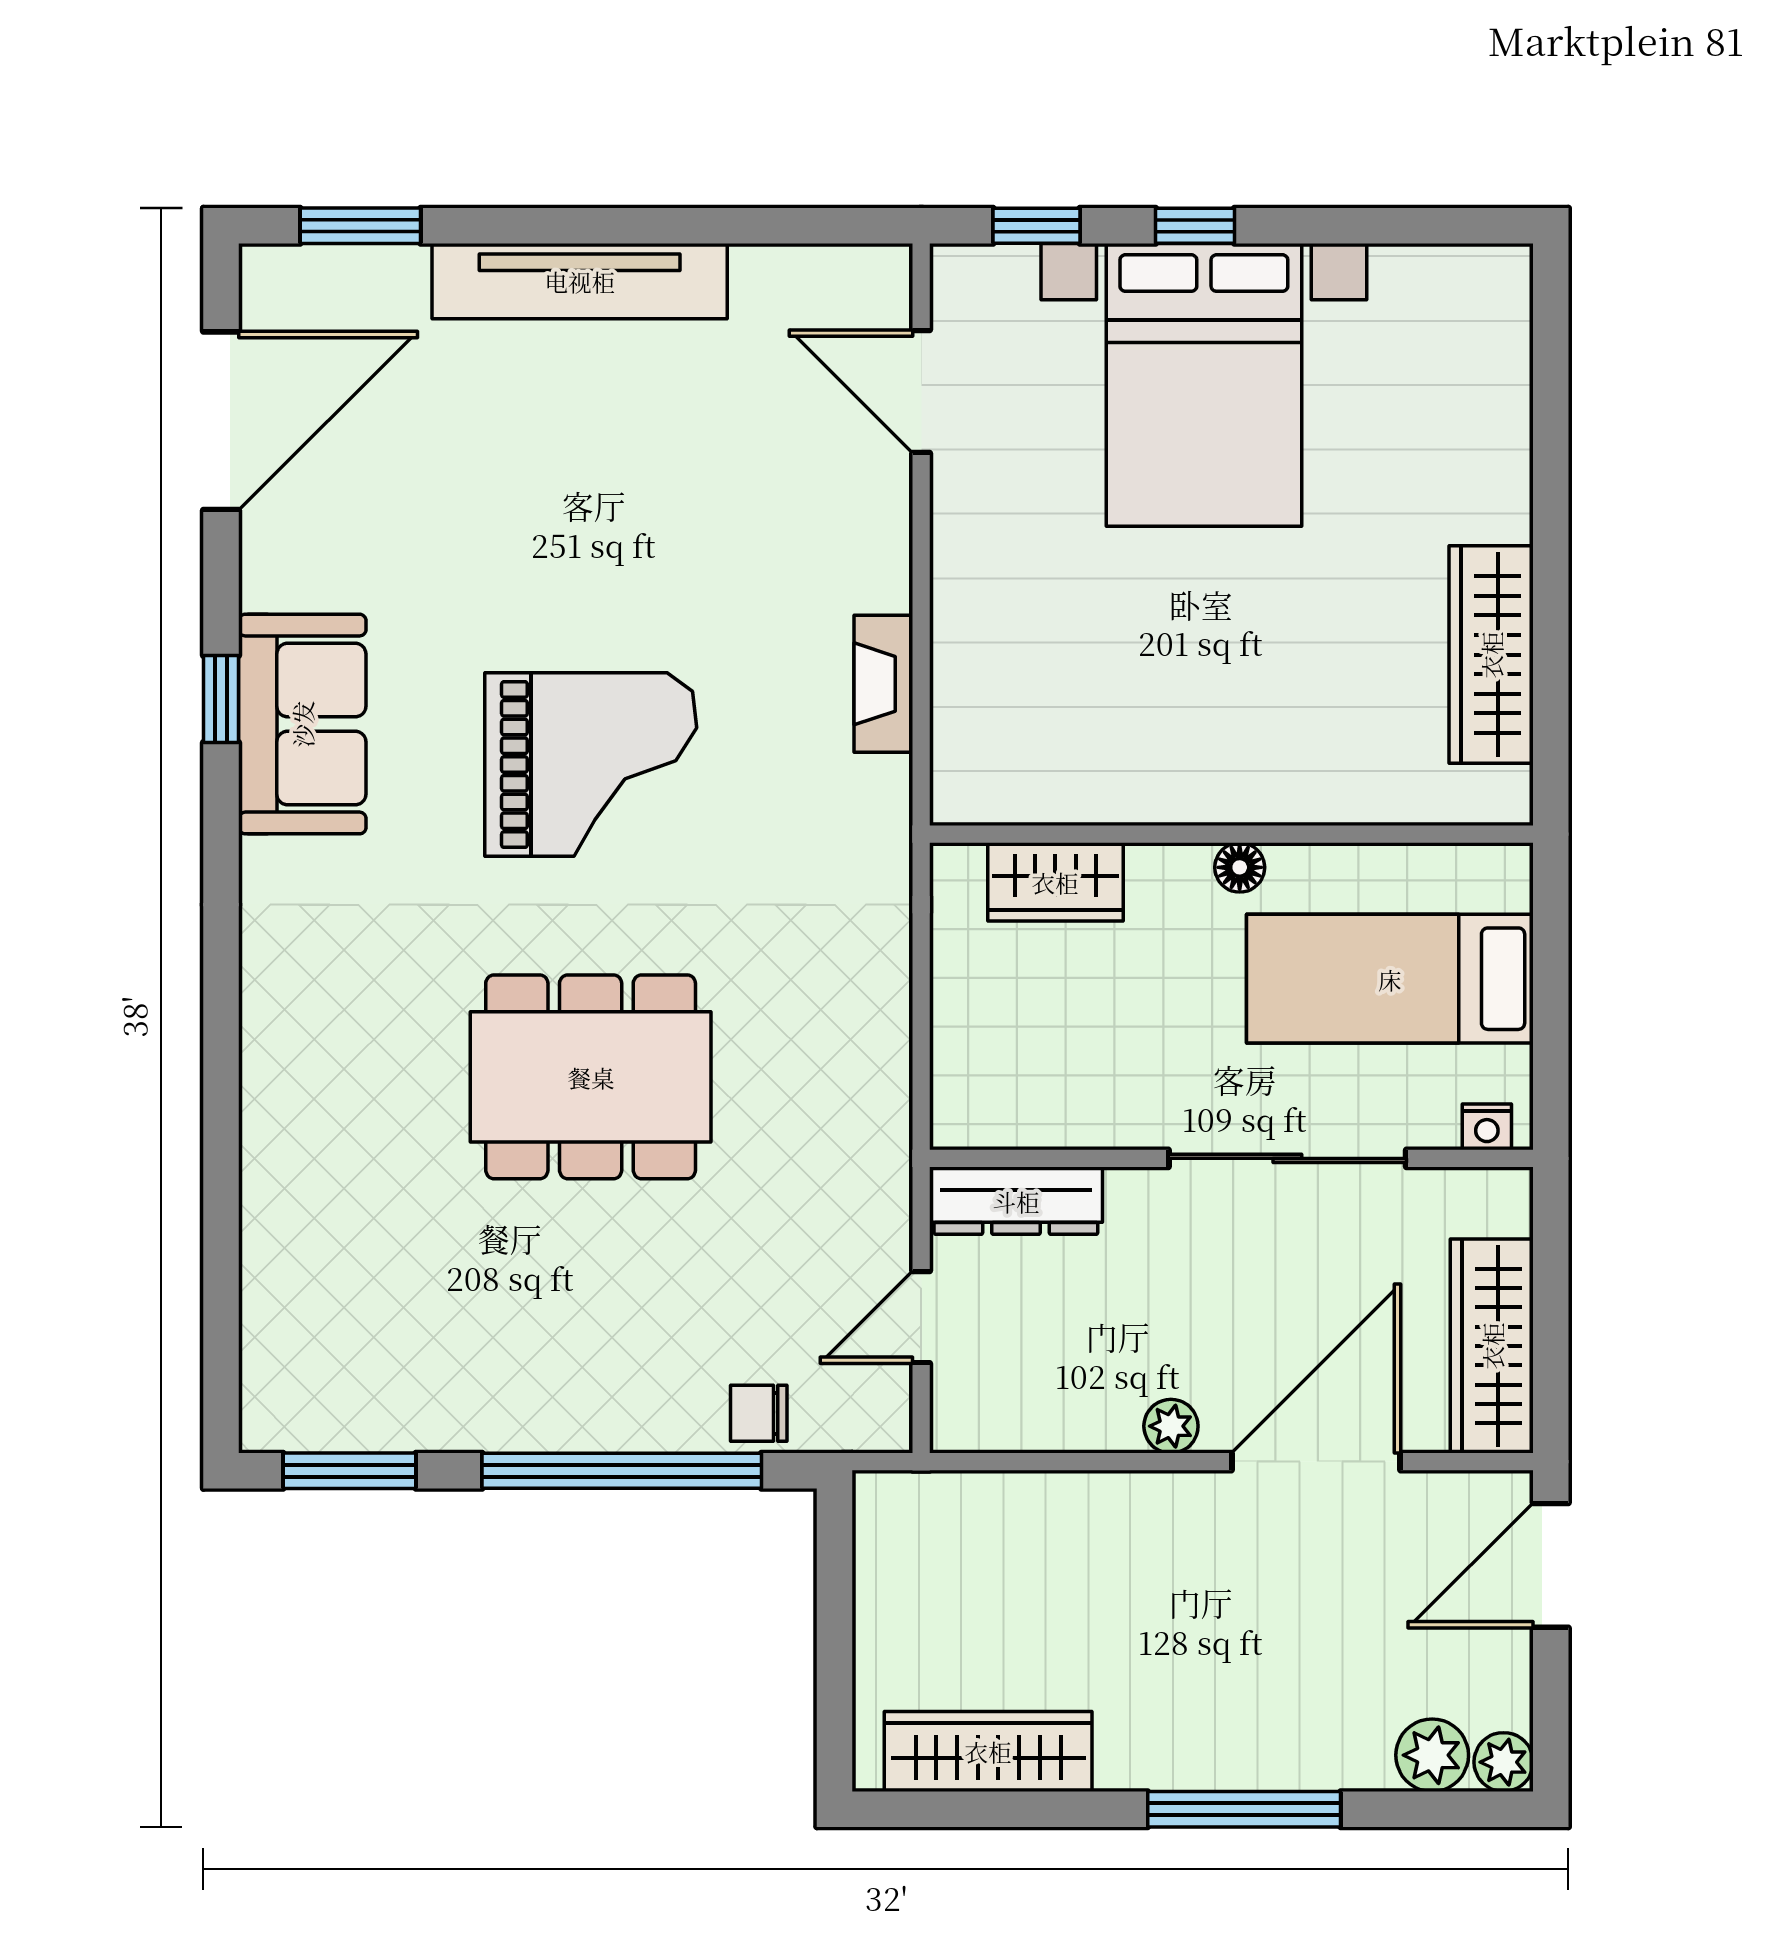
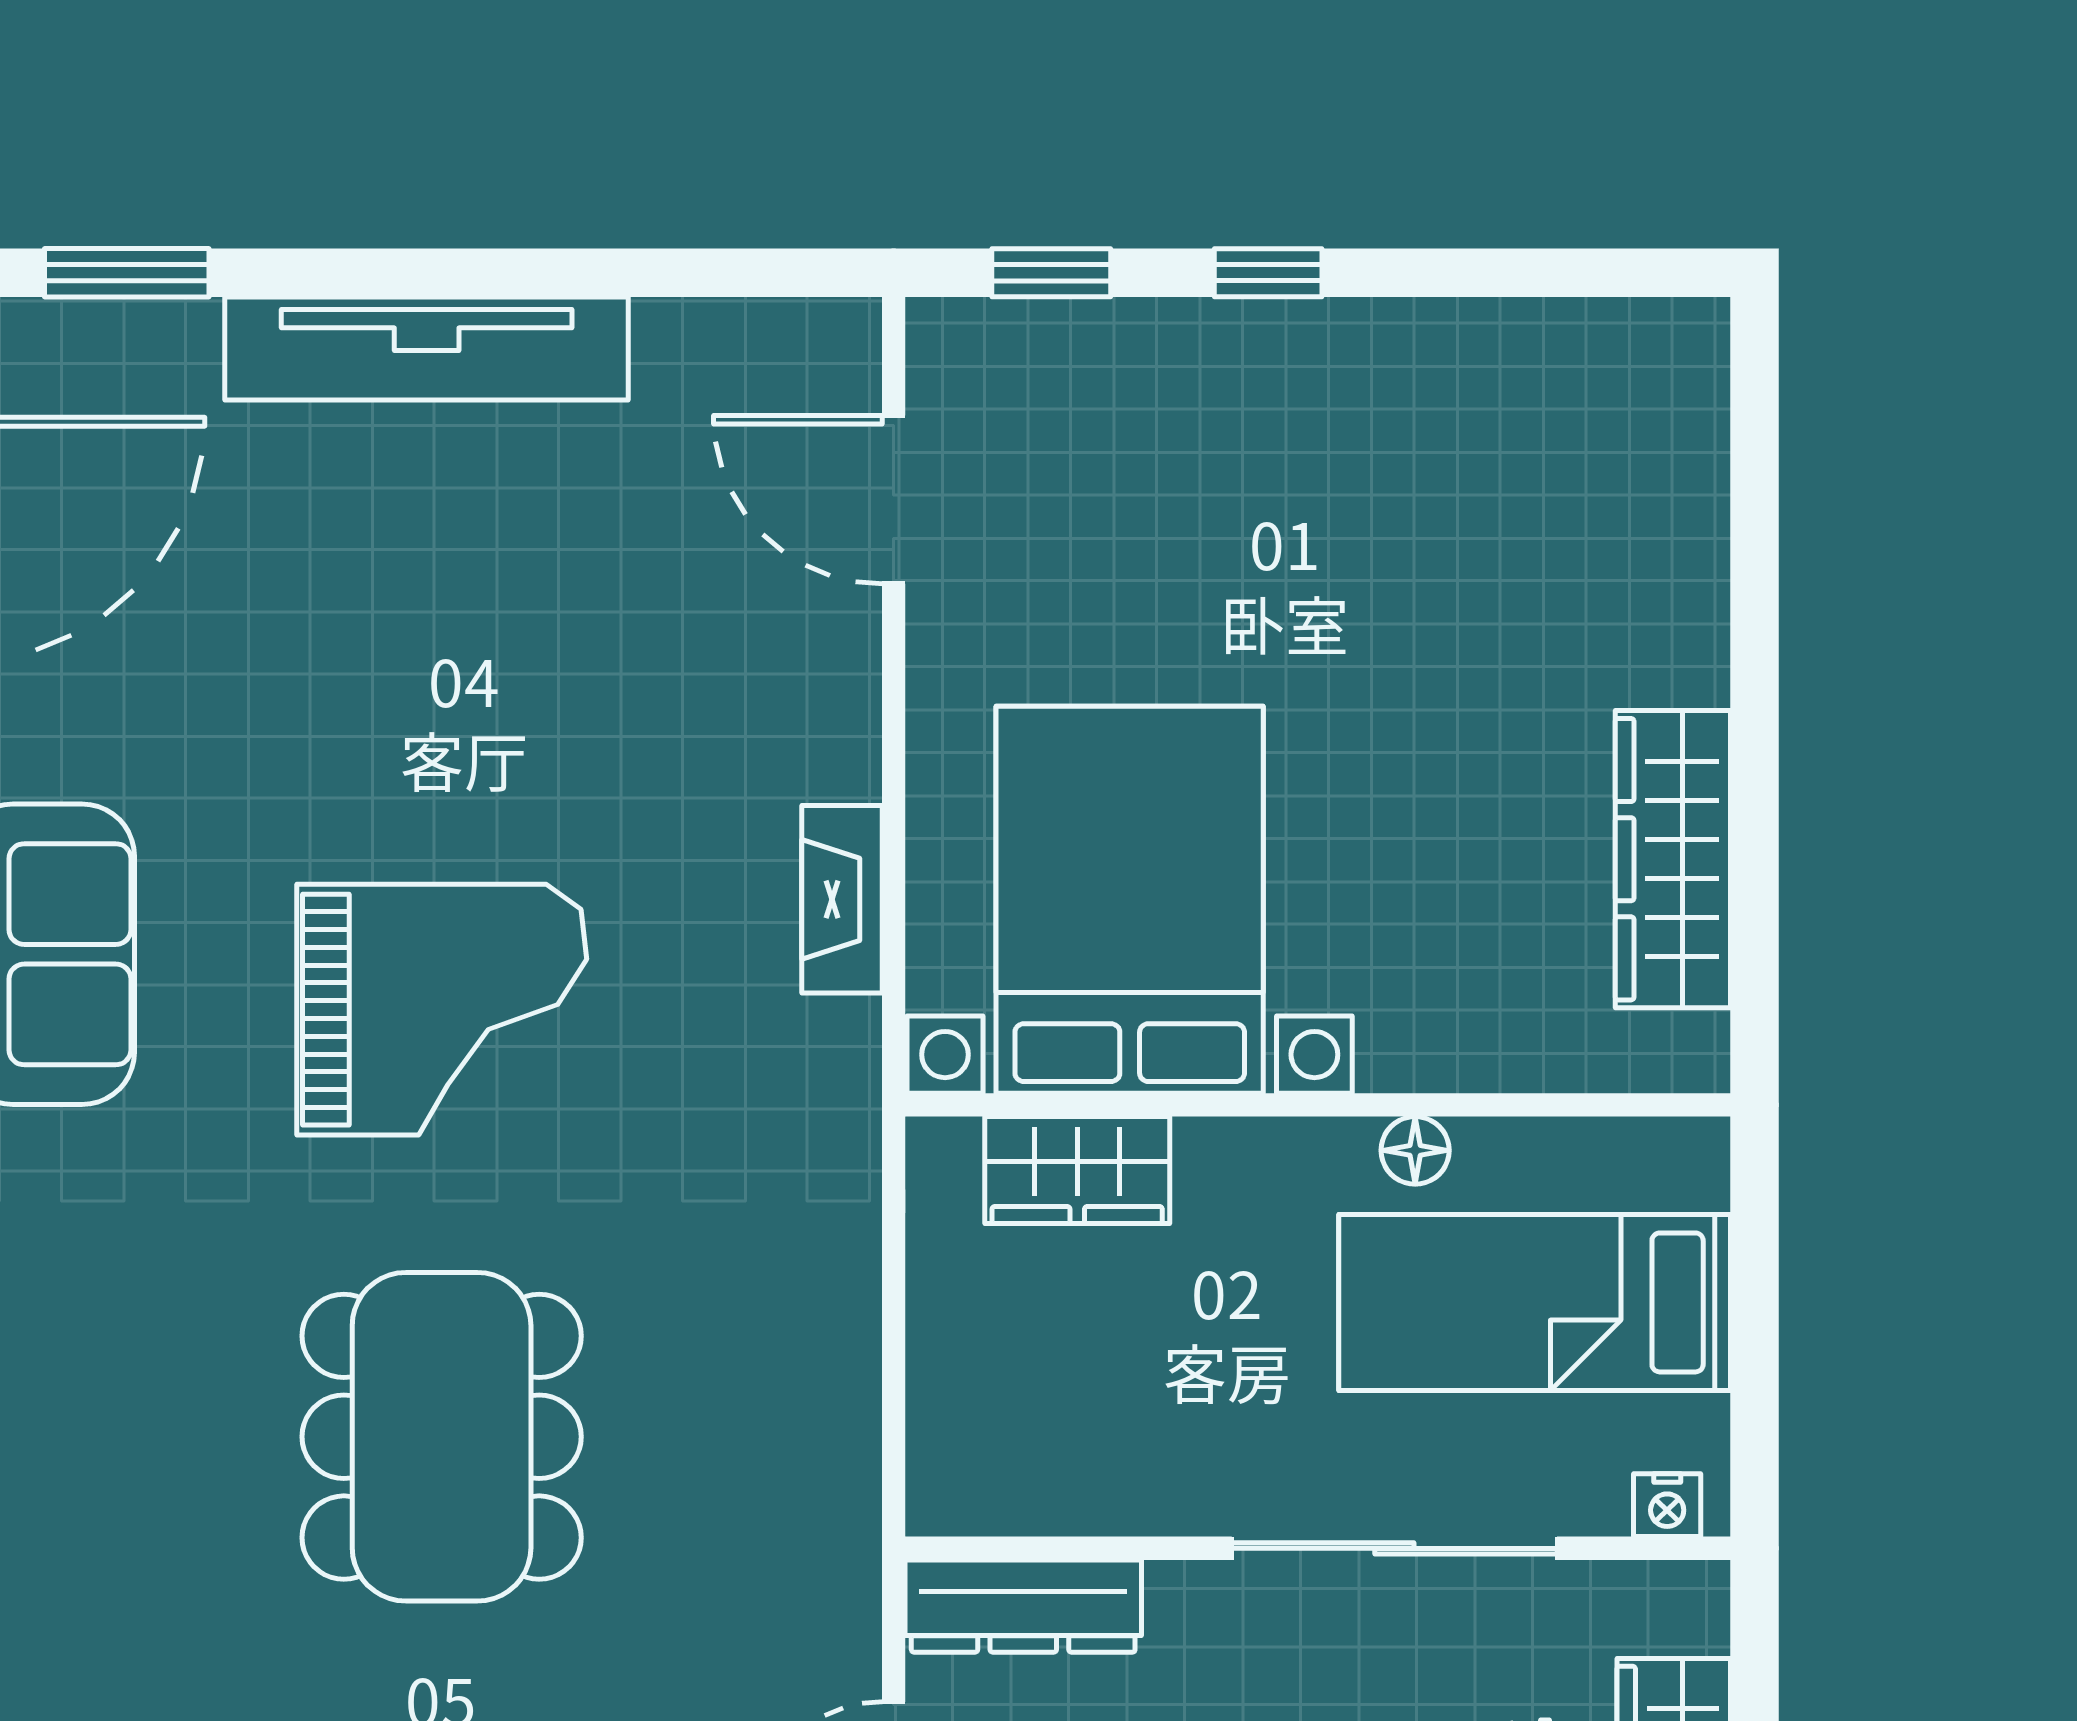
bed with nightstands: (1204, 385) -> (1130, 900), moved, turned 180
floor lamp: (1240, 867) -> (1415, 1150), moved
dining table: (591, 1077) -> (442, 1437), turned 90

